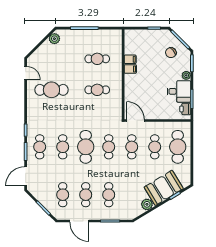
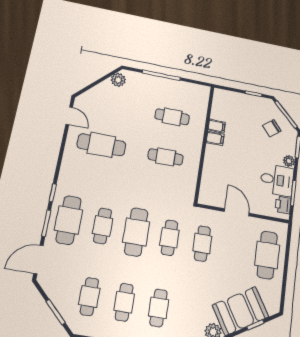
door: (135, 120) -> (237, 212), moved
cafe table: (40, 147) -> (69, 220), width x1.37, depth x1.35
cafe table: (155, 147) -> (235, 249), removed

